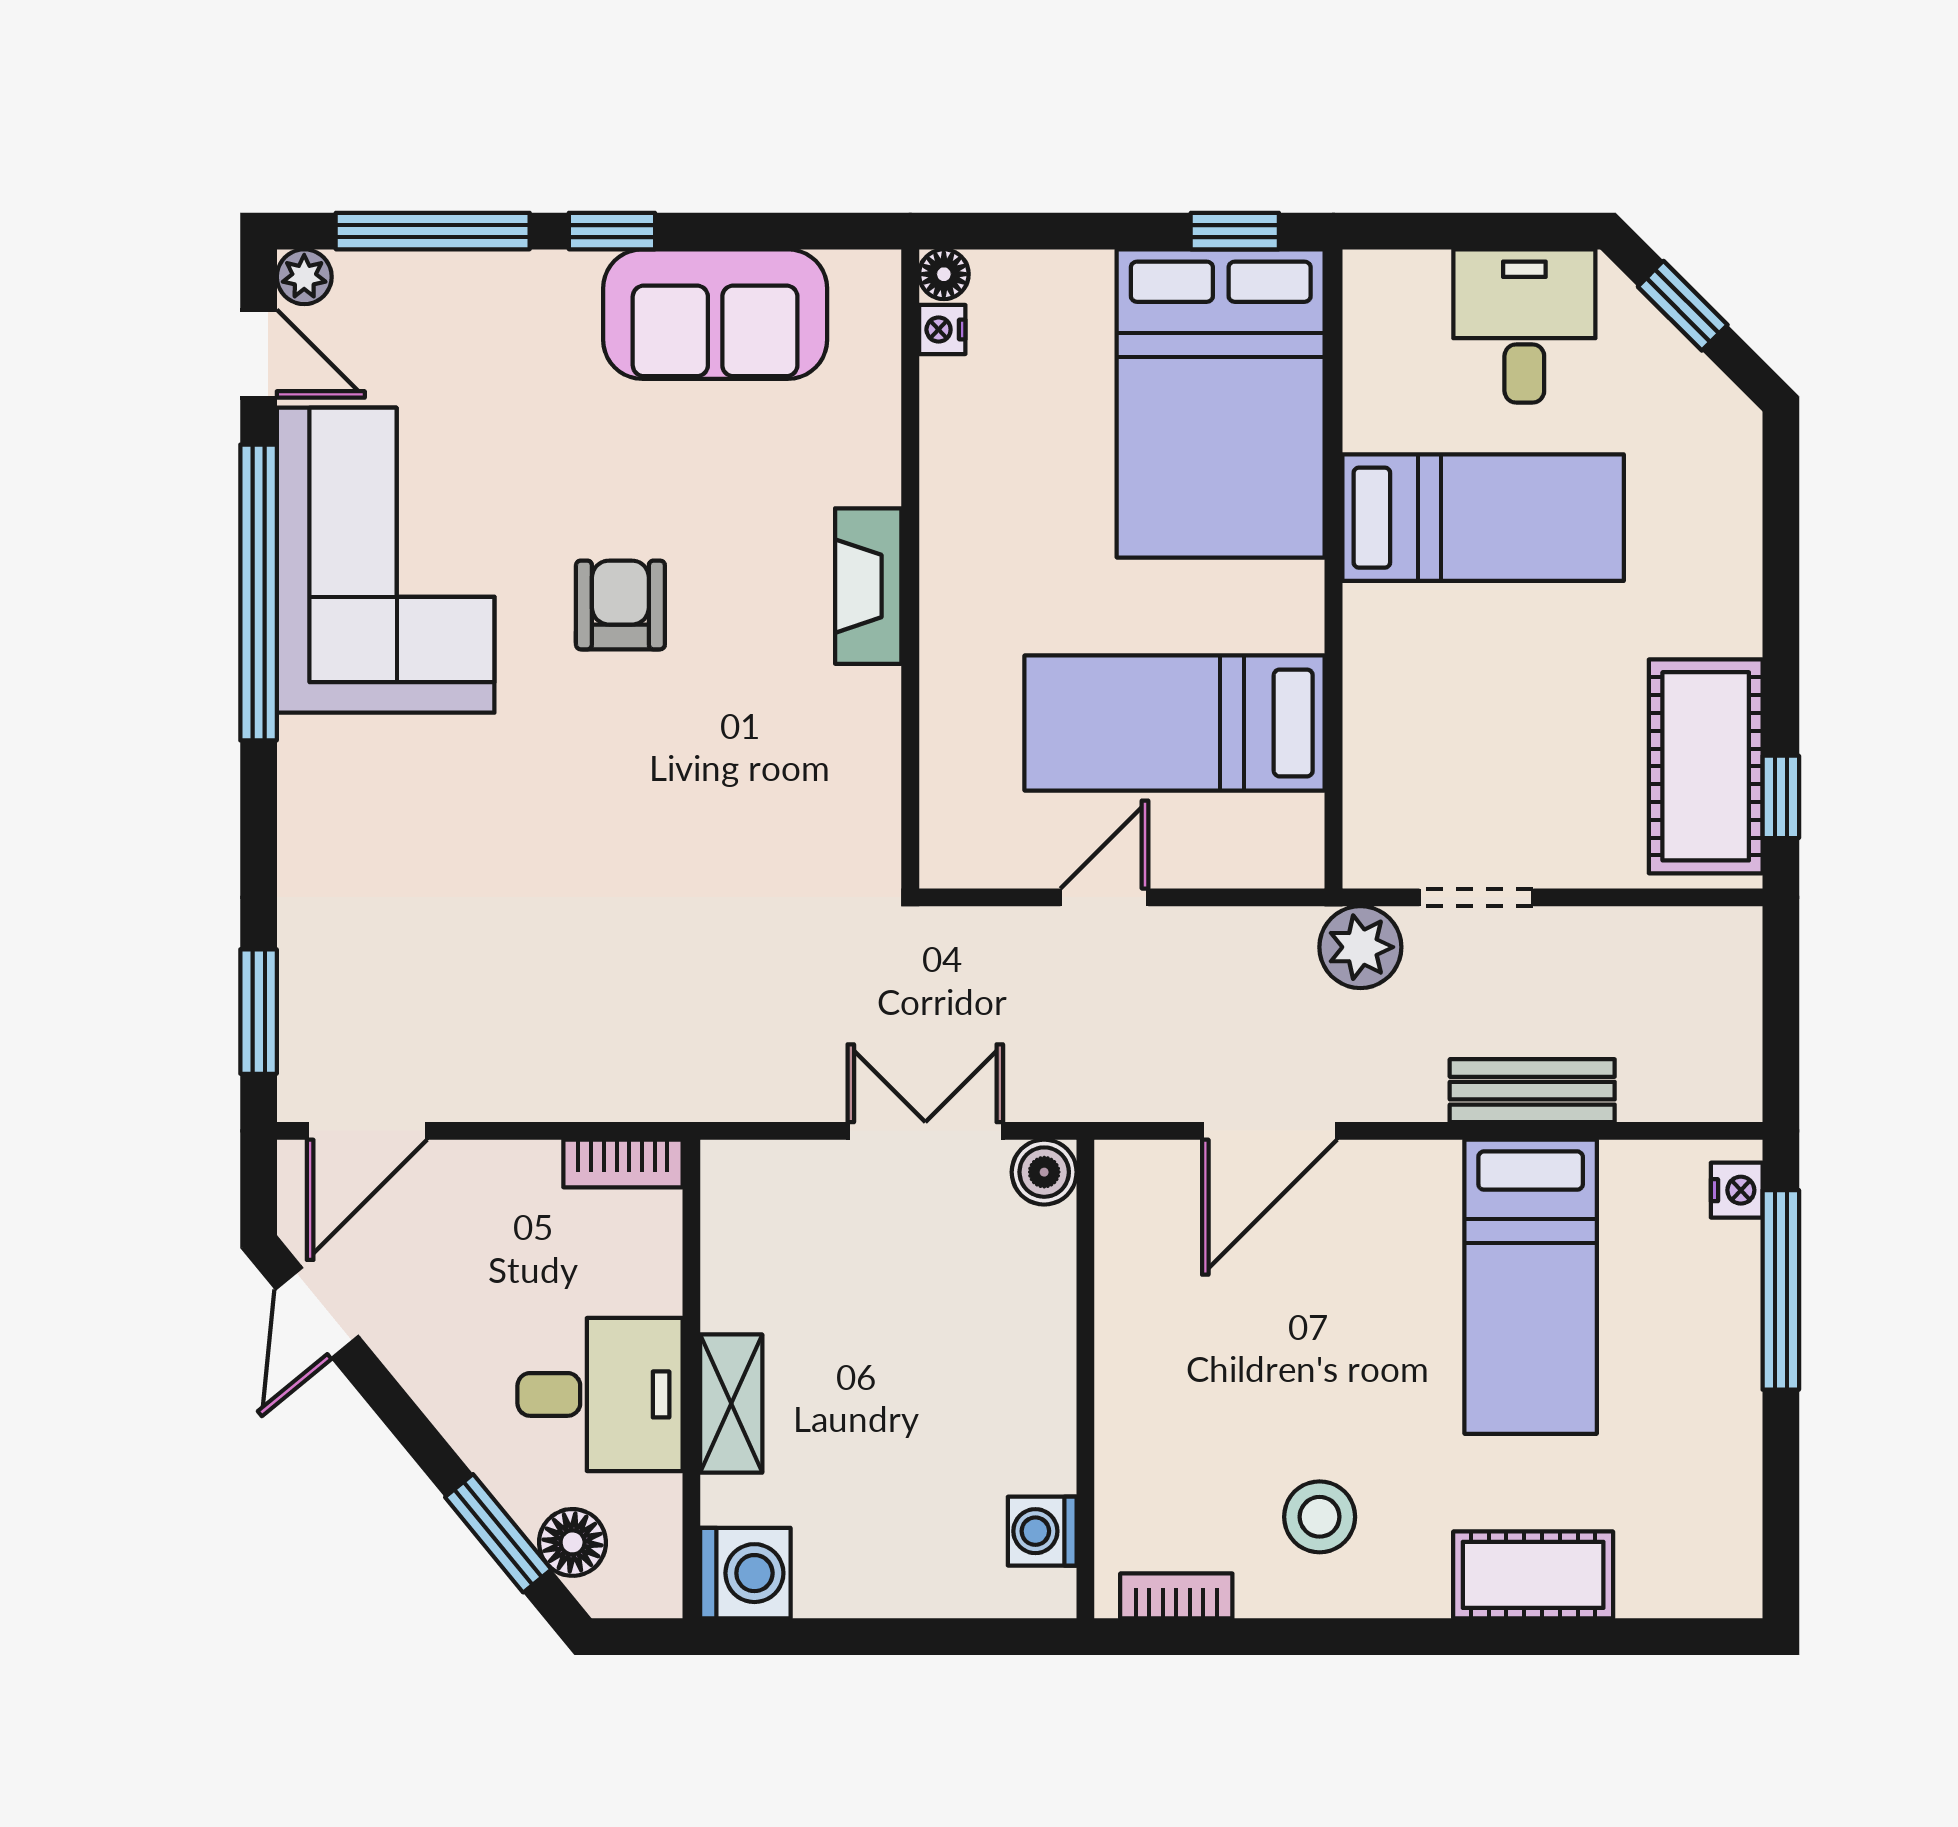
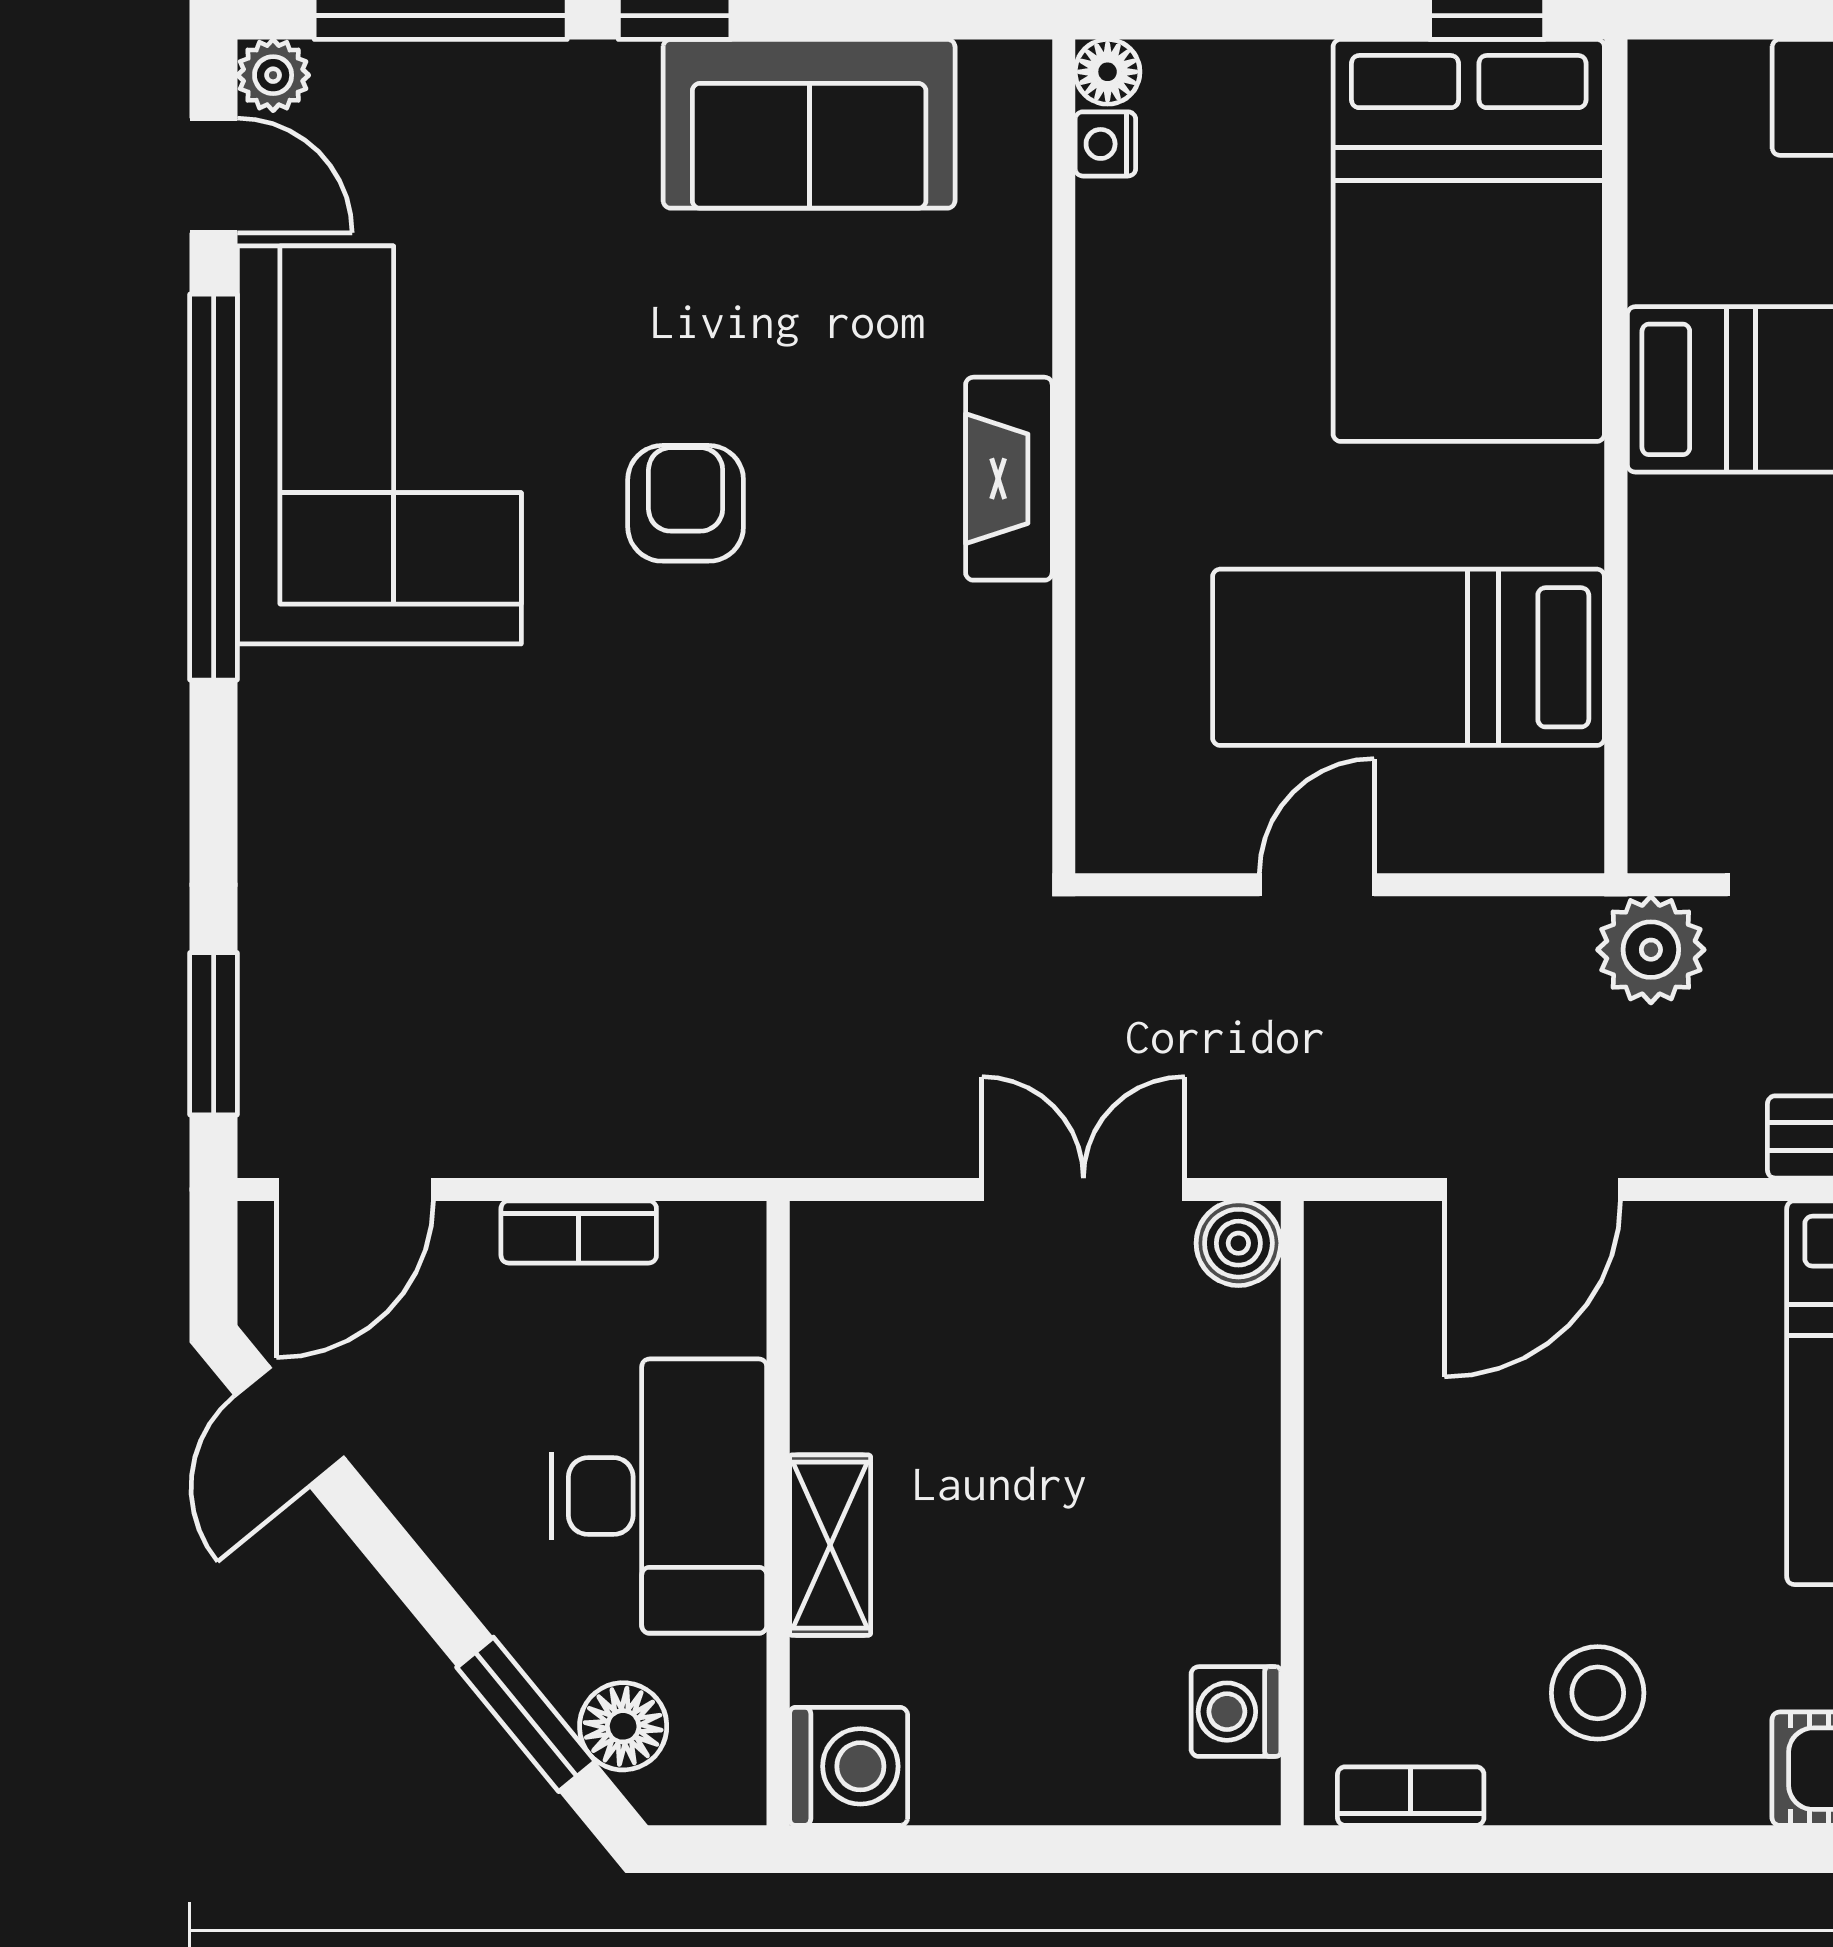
bookcase: (623, 1163) -> (579, 1232), moved
desk: (600, 1394) -> (659, 1496), width x1.37

